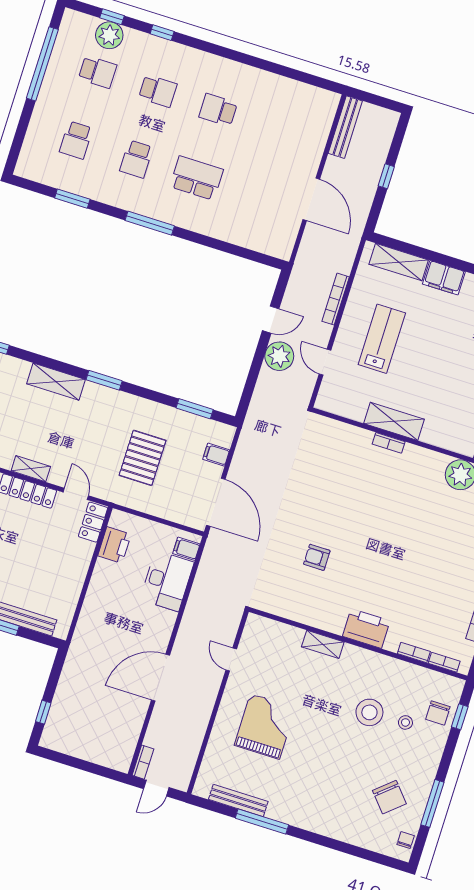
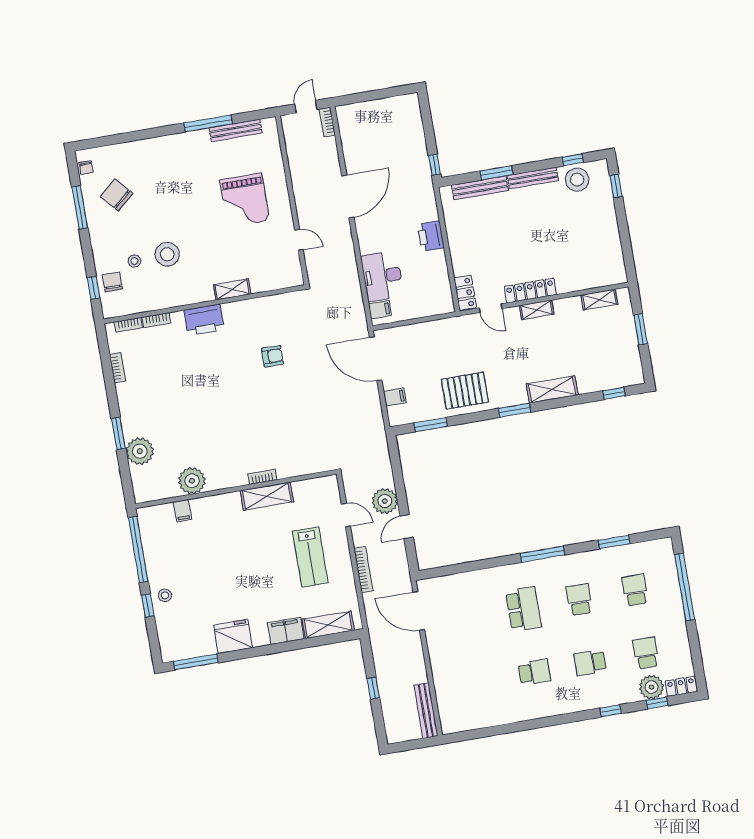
locker: (79, 21) -> (681, 686), added
window: (42, 64) -> (685, 587), moved
school desk: (98, 72) -> (646, 653), turned 90
school desk: (197, 178) -> (524, 609), turned -90
door: (311, 199) -> (419, 611), moved
pallet: (143, 458) -> (465, 391), moved, turned 90
printer: (114, 545) -> (431, 236), moved
window: (43, 712) -> (435, 165), moved

